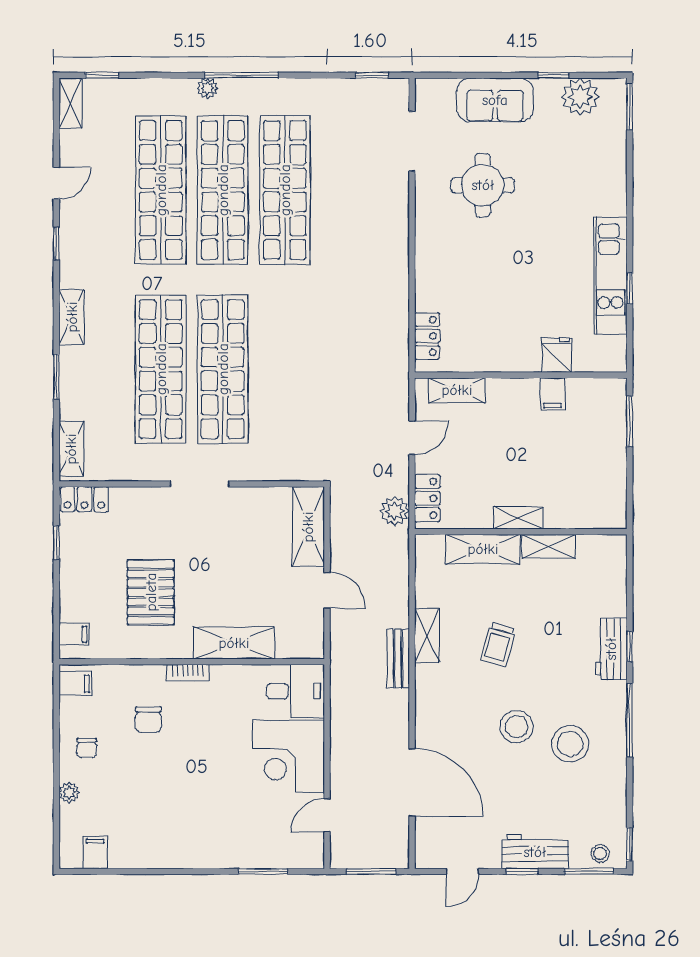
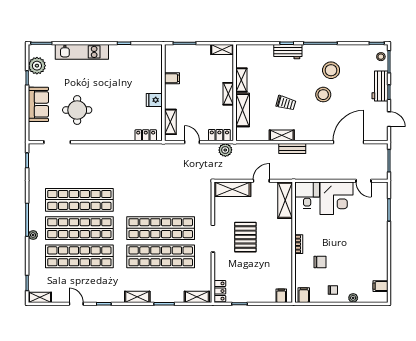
kitchen unit: (610, 276) -> (82, 52), moved
fridge: (557, 355) -> (154, 100), moved
shelving: (616, 504) -> (222, 50), added
pallet: (151, 592) -> (245, 237), moved, turned 90
shelving: (234, 643) -> (285, 200), moved

